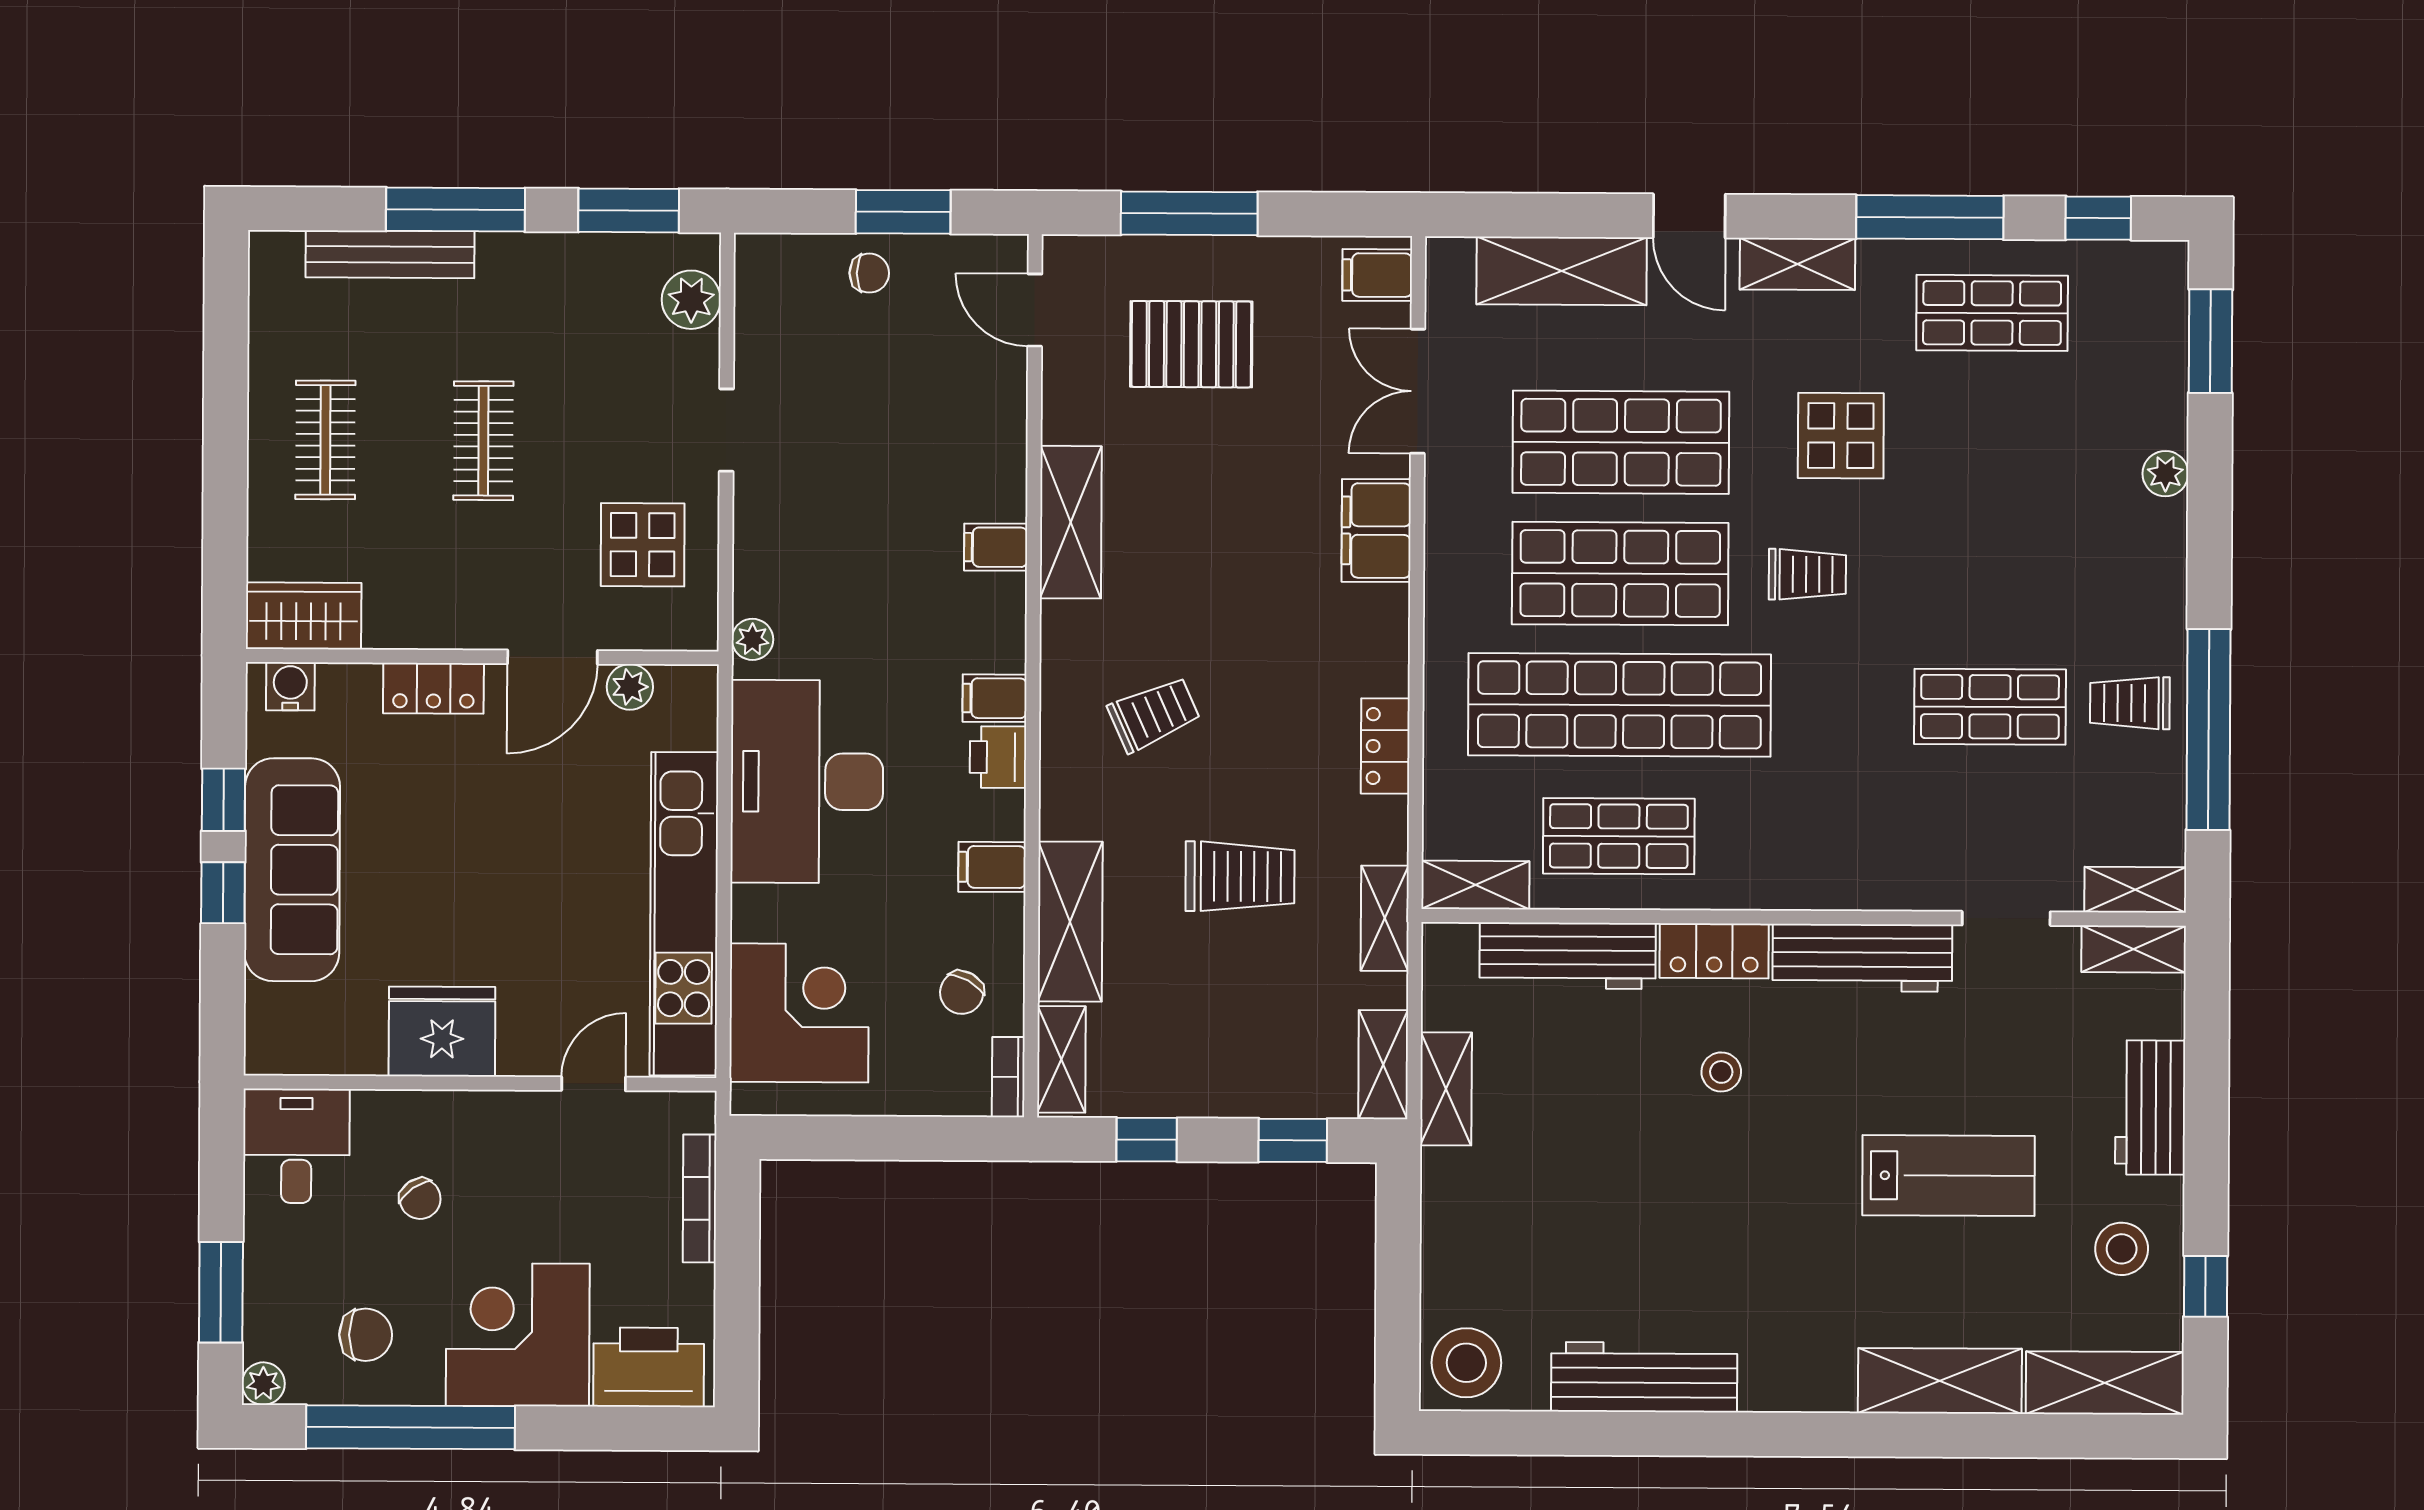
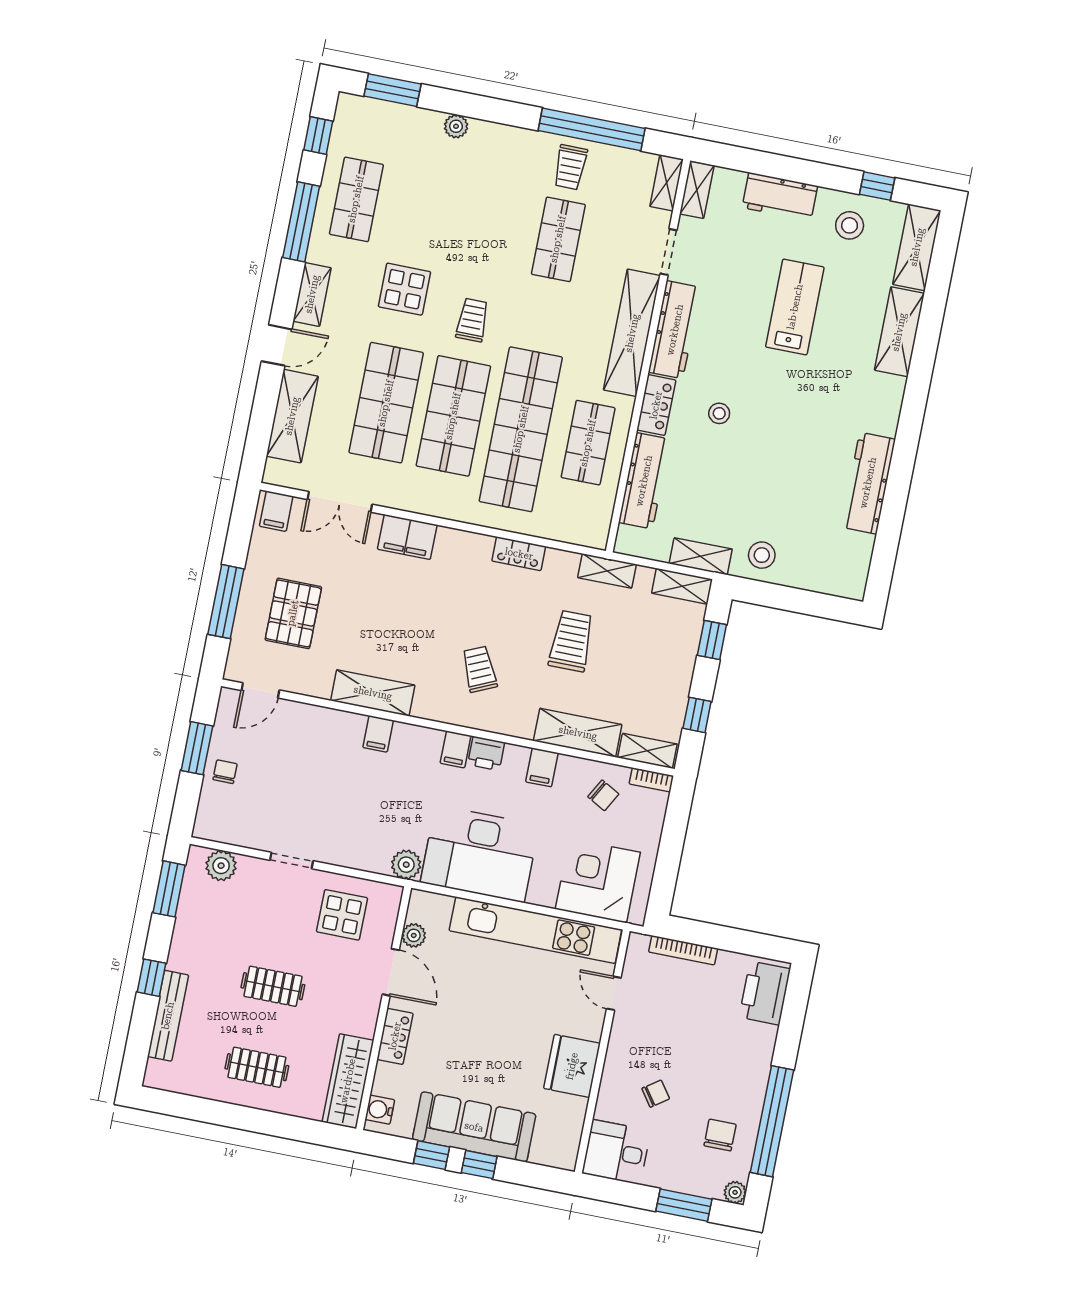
window: (456, 210) -> (151, 978), width x0.46
wardrobe: (304, 616) -> (348, 1081), width x1.50
plant: (752, 639) -> (406, 865), width x1.38, depth x1.38
shelving: (1475, 885) -> (632, 333), moved, width x2.20, depth x1.33
corner desk: (518, 1335) -> (735, 1057), removed
stool: (1466, 1363) -> (762, 555), moved, width x0.73, depth x0.73

